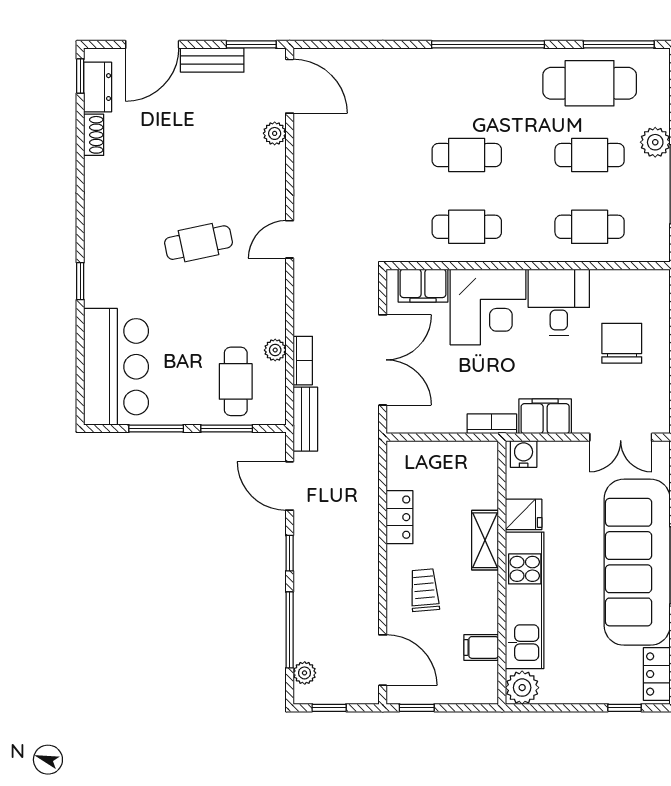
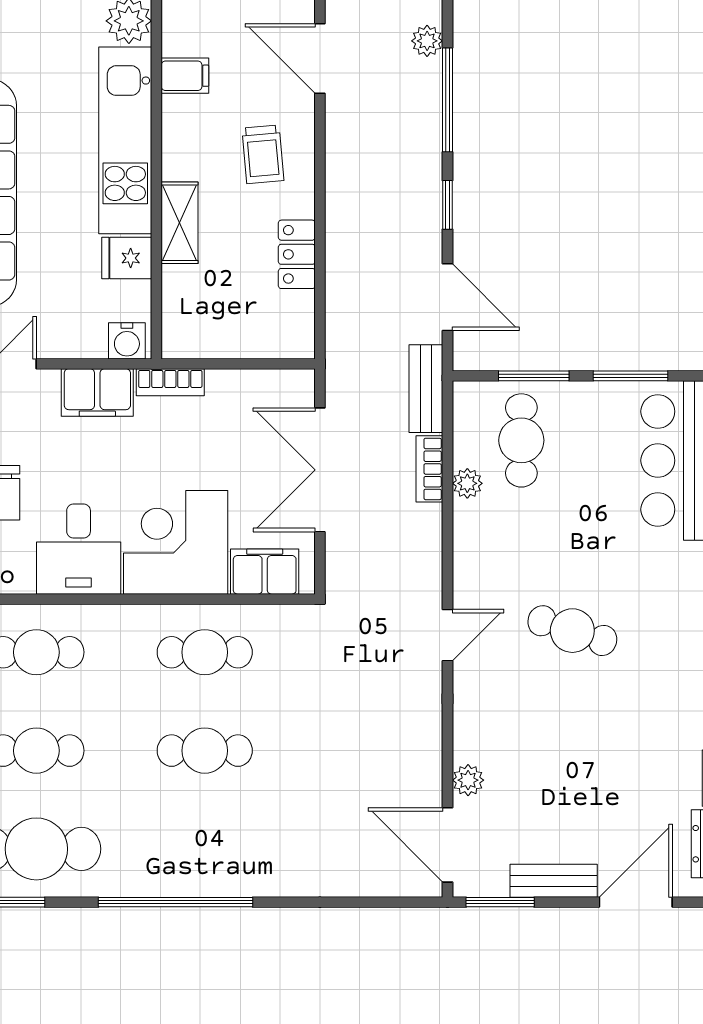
cafe table: (198, 243) -> (572, 631), turned 30

